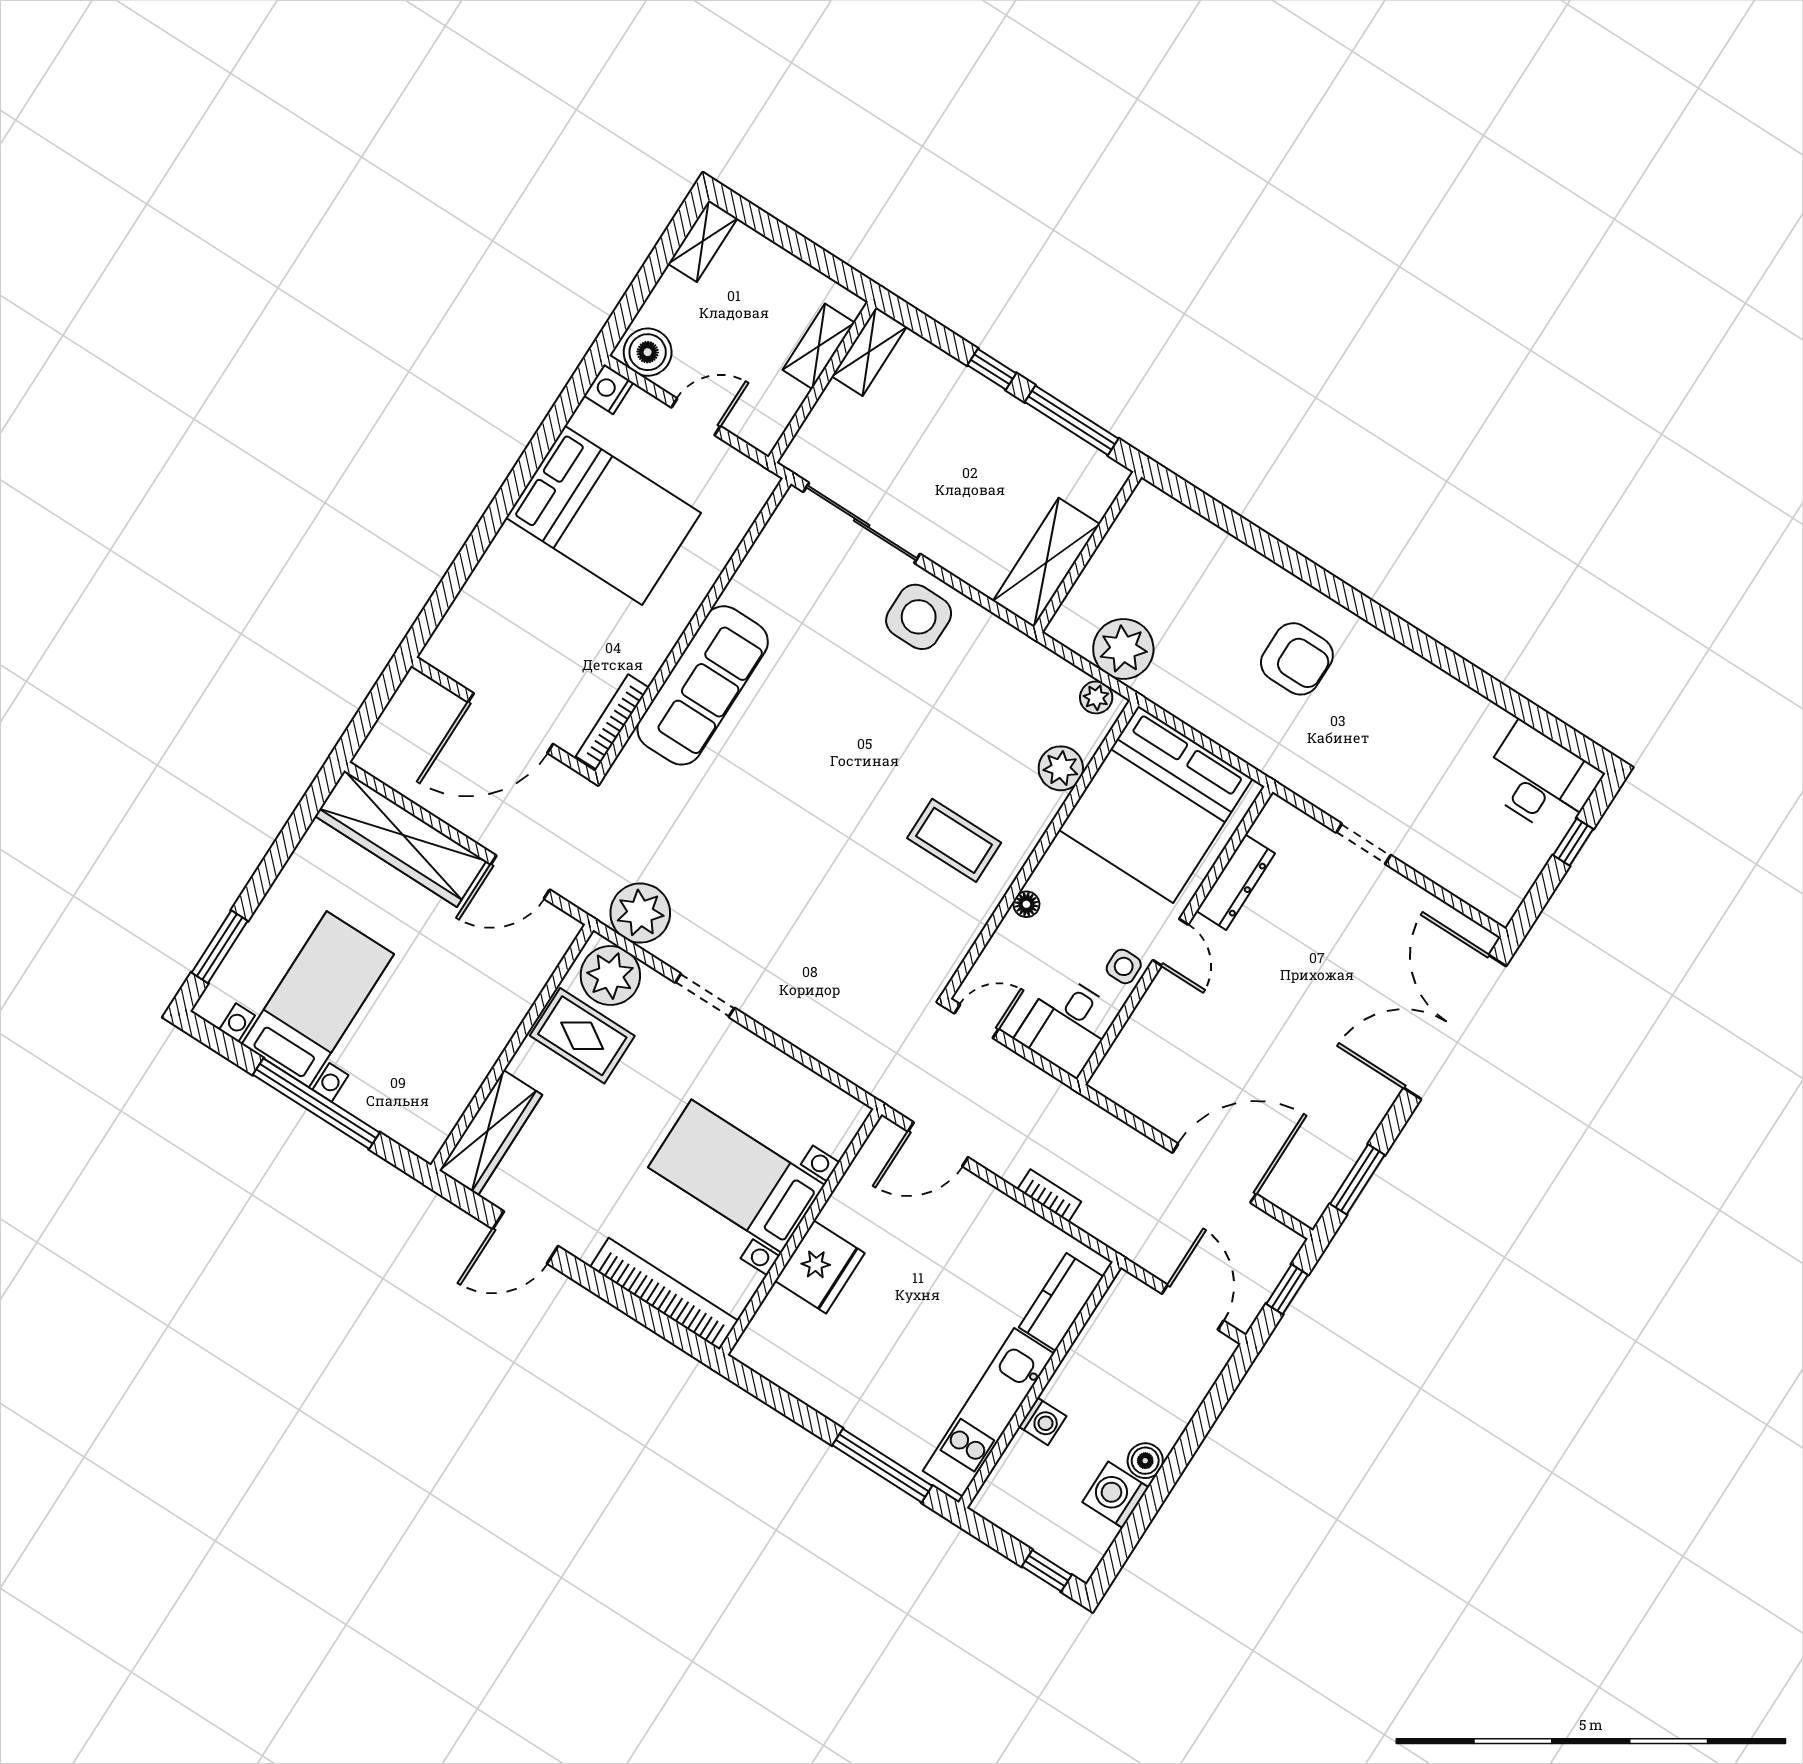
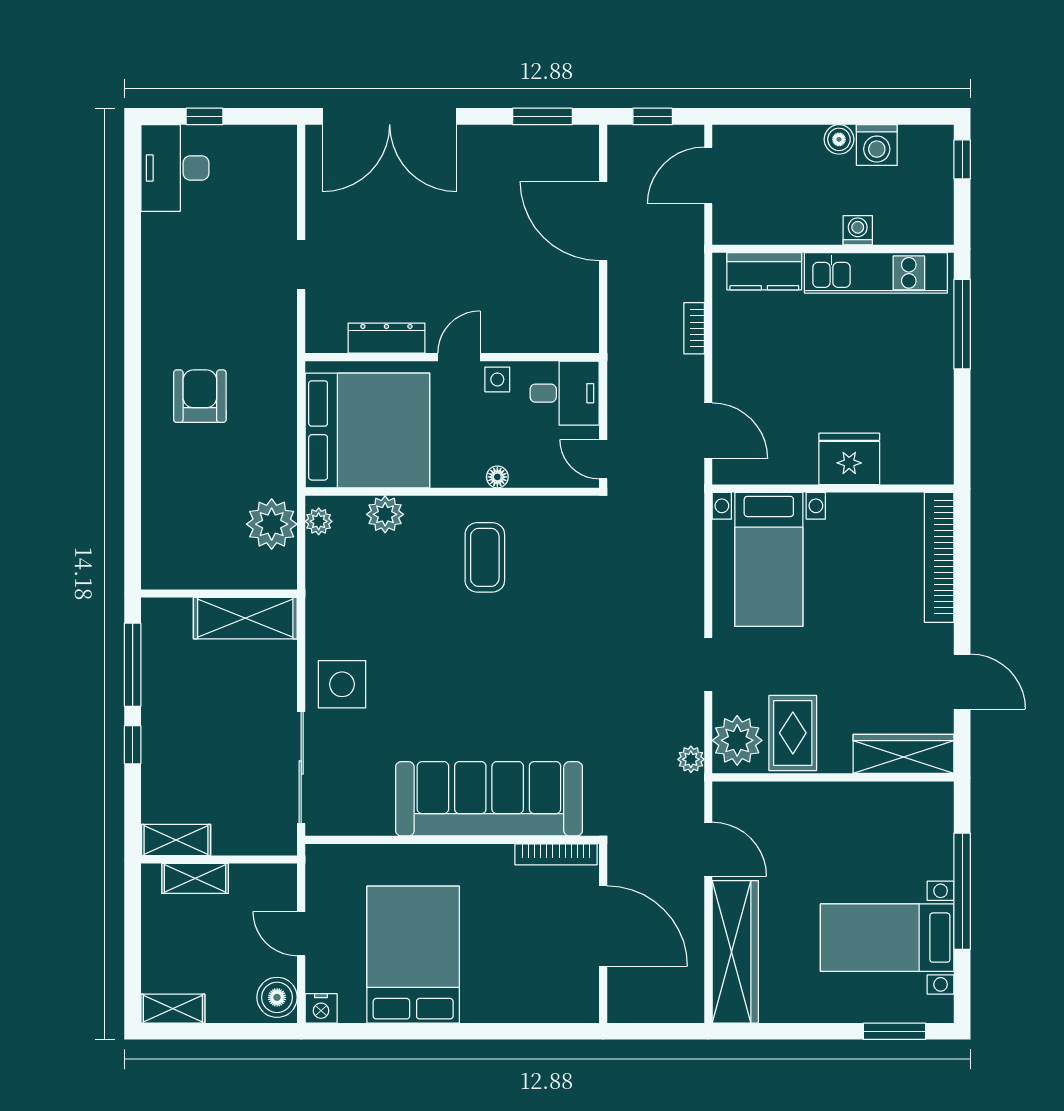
sofa: (703, 685) -> (489, 799), width x1.36, depth x1.27
plant: (640, 913) -> (691, 759), width x0.53, depth x0.53
bed with nightstands: (737, 1176) -> (769, 559), moved

